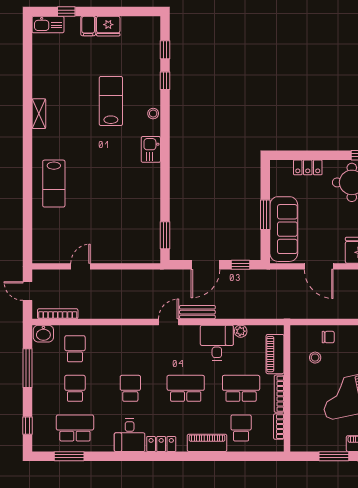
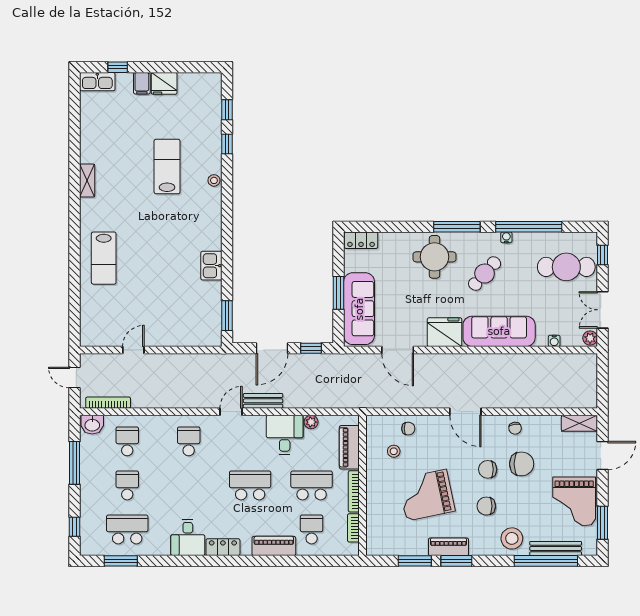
kitchen sink: (151, 149) -> (211, 266), moved
locker: (308, 167) -> (361, 240), moved
school desk: (130, 388) -> (189, 441), moved

